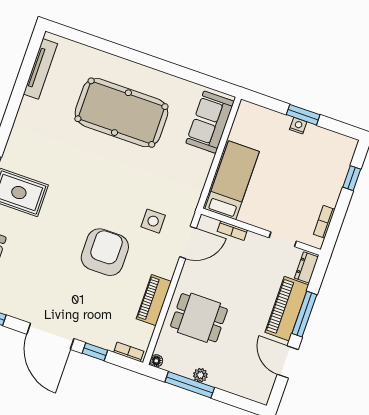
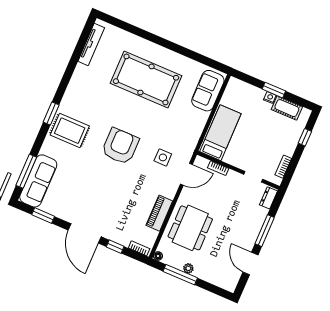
cot: (323, 139) -> (287, 108), added
armchair: (105, 252) -> (120, 146), moved
piano: (287, 309) -> (253, 226), removed
dining table: (199, 318) -> (190, 228), width x1.37

